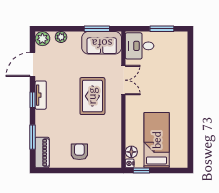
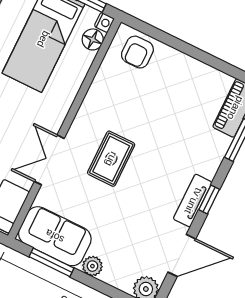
plant: (61, 37) -> (92, 266), moved
rug: (92, 96) -> (111, 159), width x0.73, depth x0.70
armchair: (79, 152) -> (137, 52), moved

